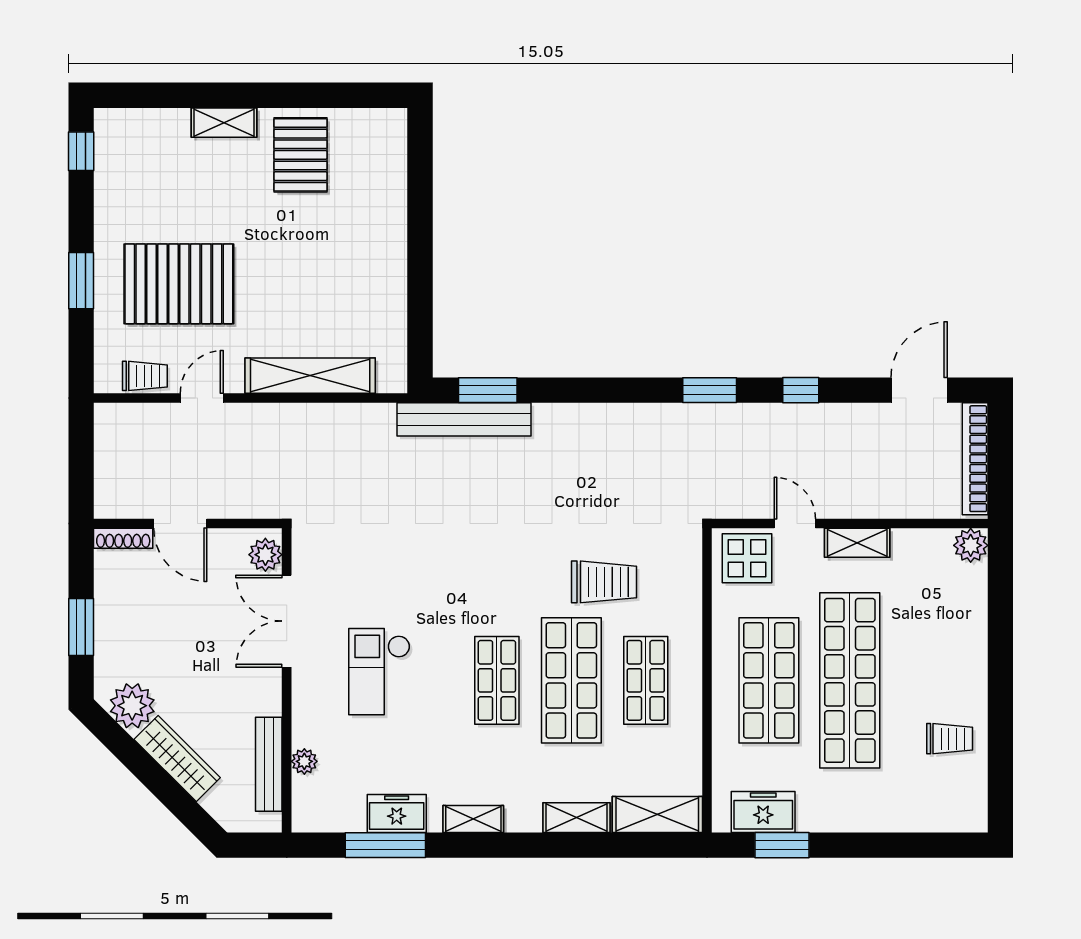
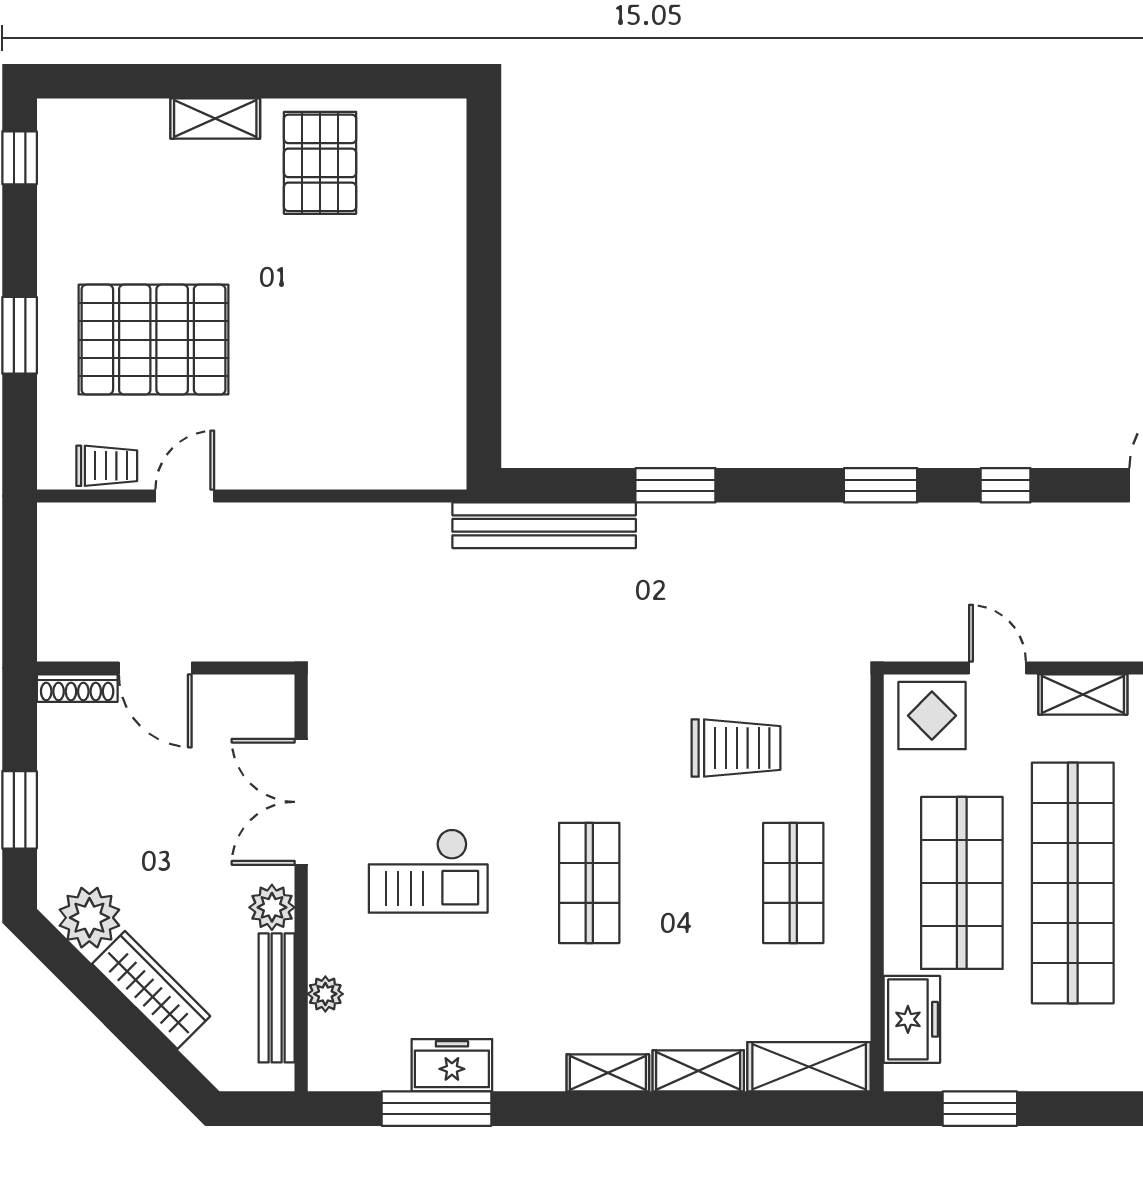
shelving: (310, 376) -> (333, 465), removed
window: (488, 390) -> (675, 485), moved
plant: (265, 555) -> (272, 907), moved
checkout: (379, 672) -> (428, 871), turned -90
shop shelf: (571, 680) -> (691, 883), removed
freezer: (763, 812) -> (912, 1019), moved, turned 90
shelving: (473, 819) -> (608, 1073), moved

